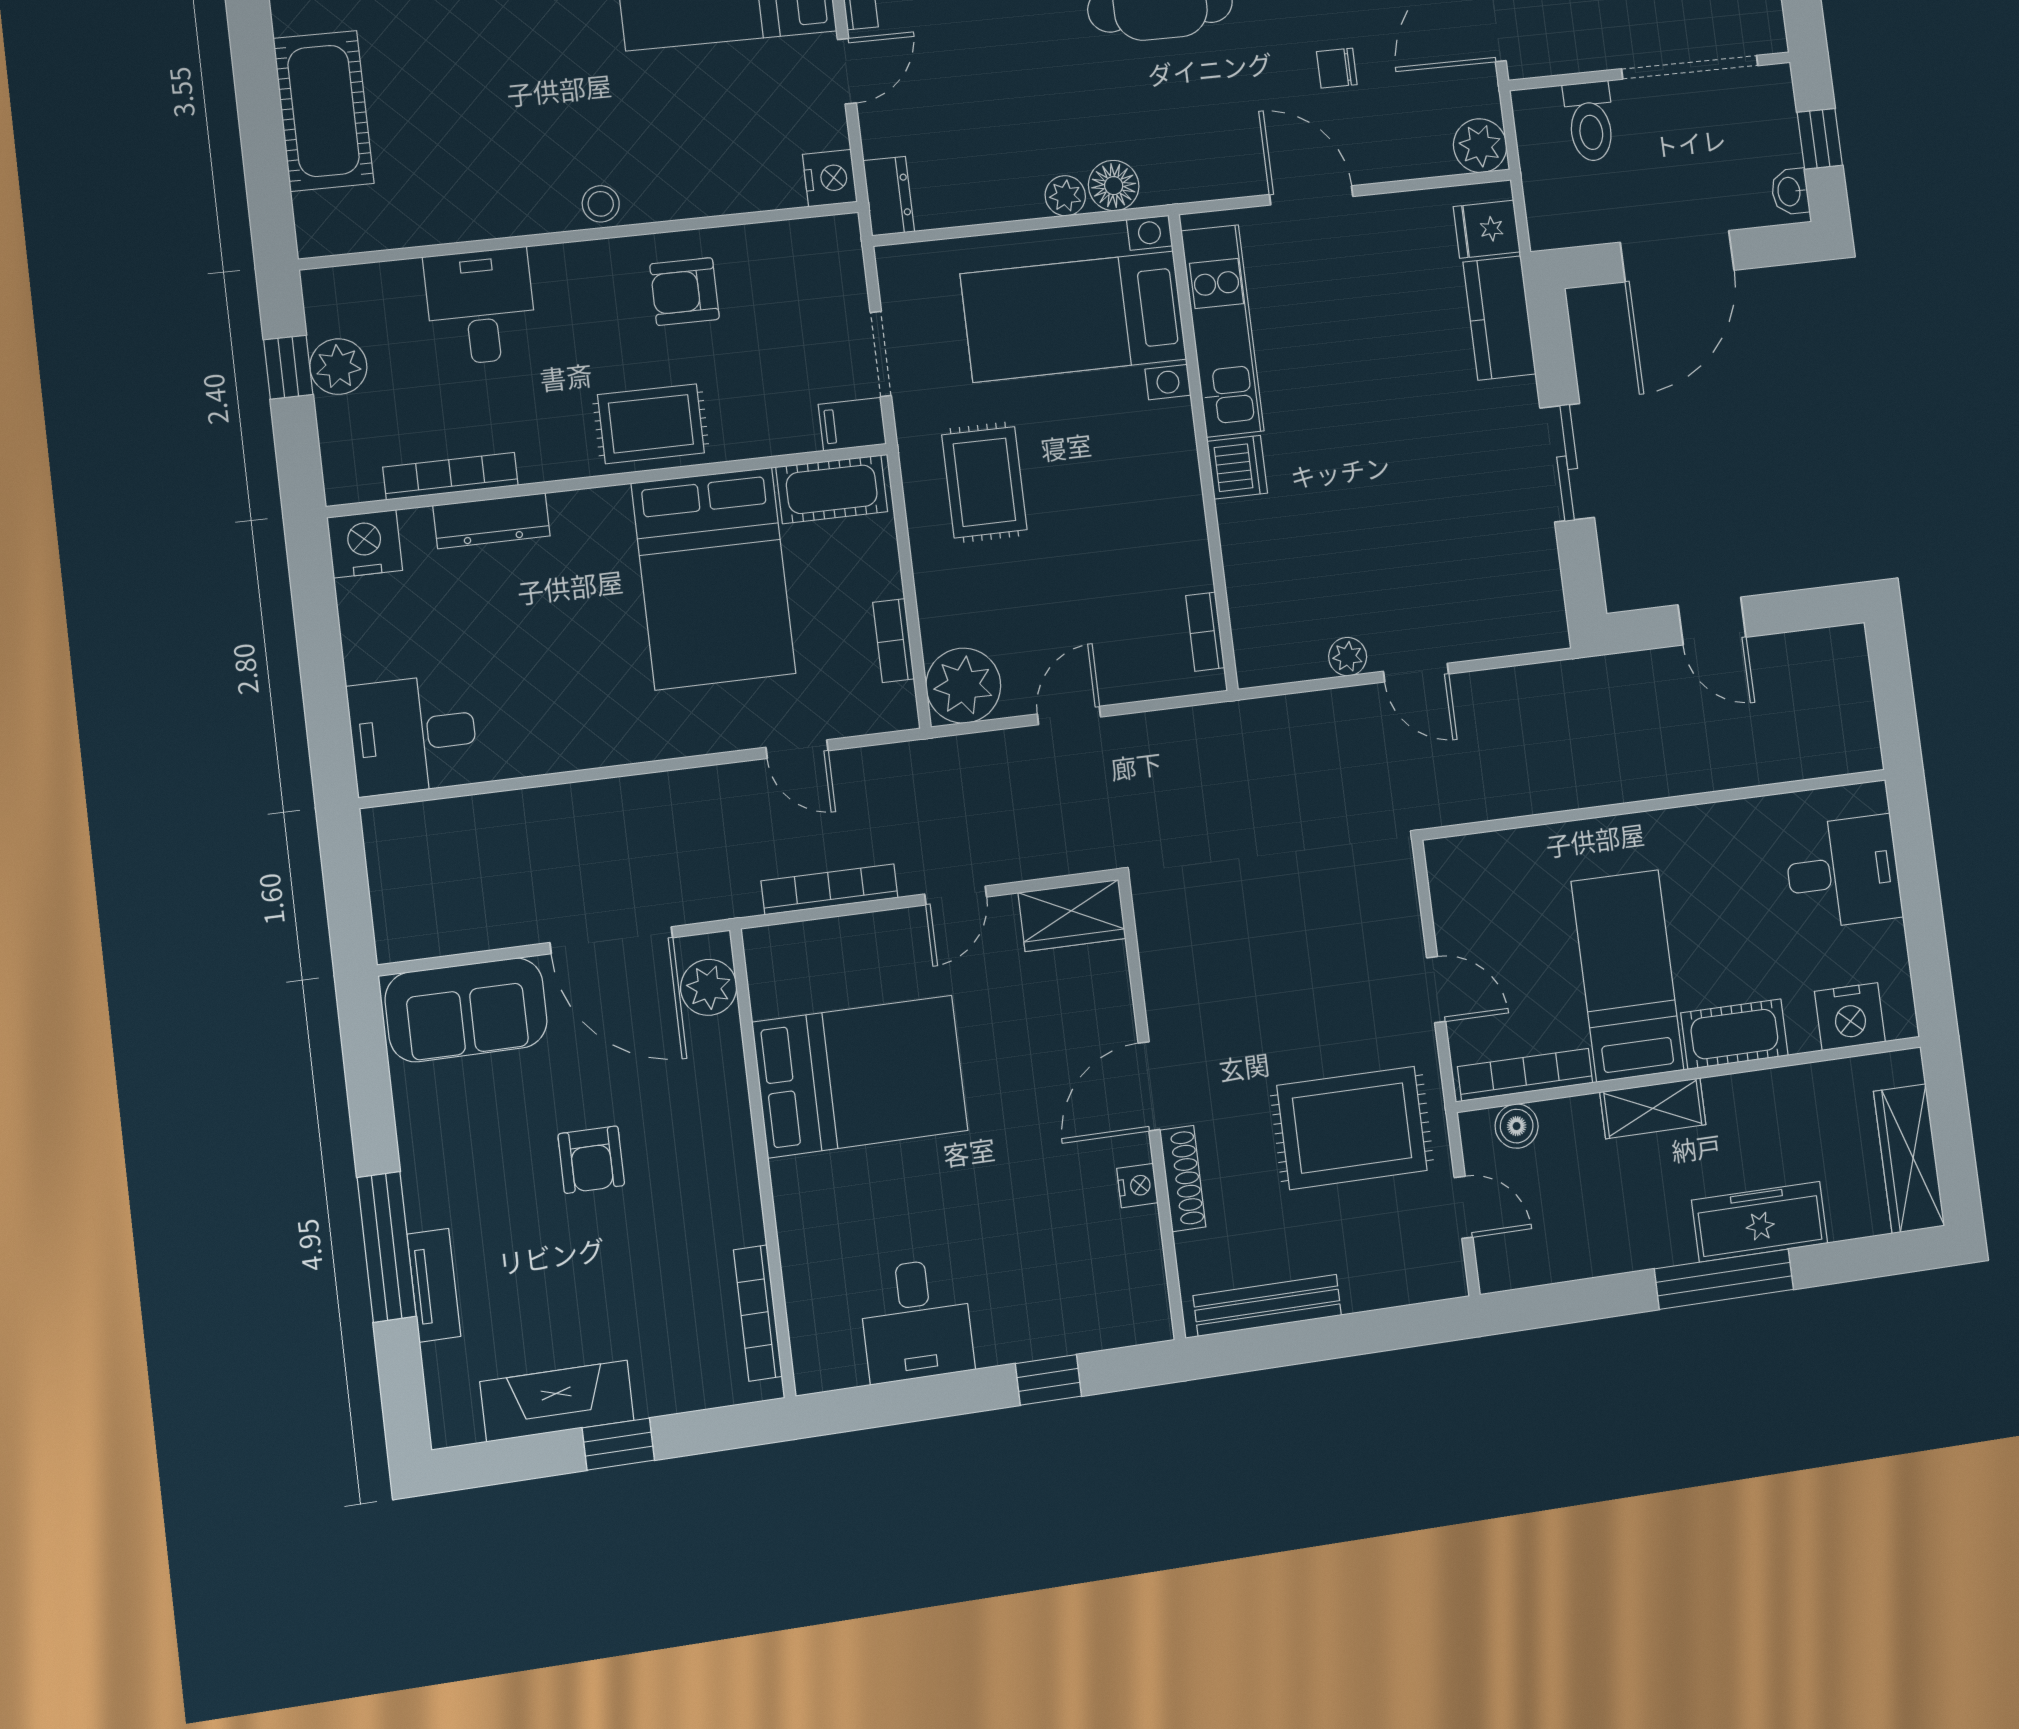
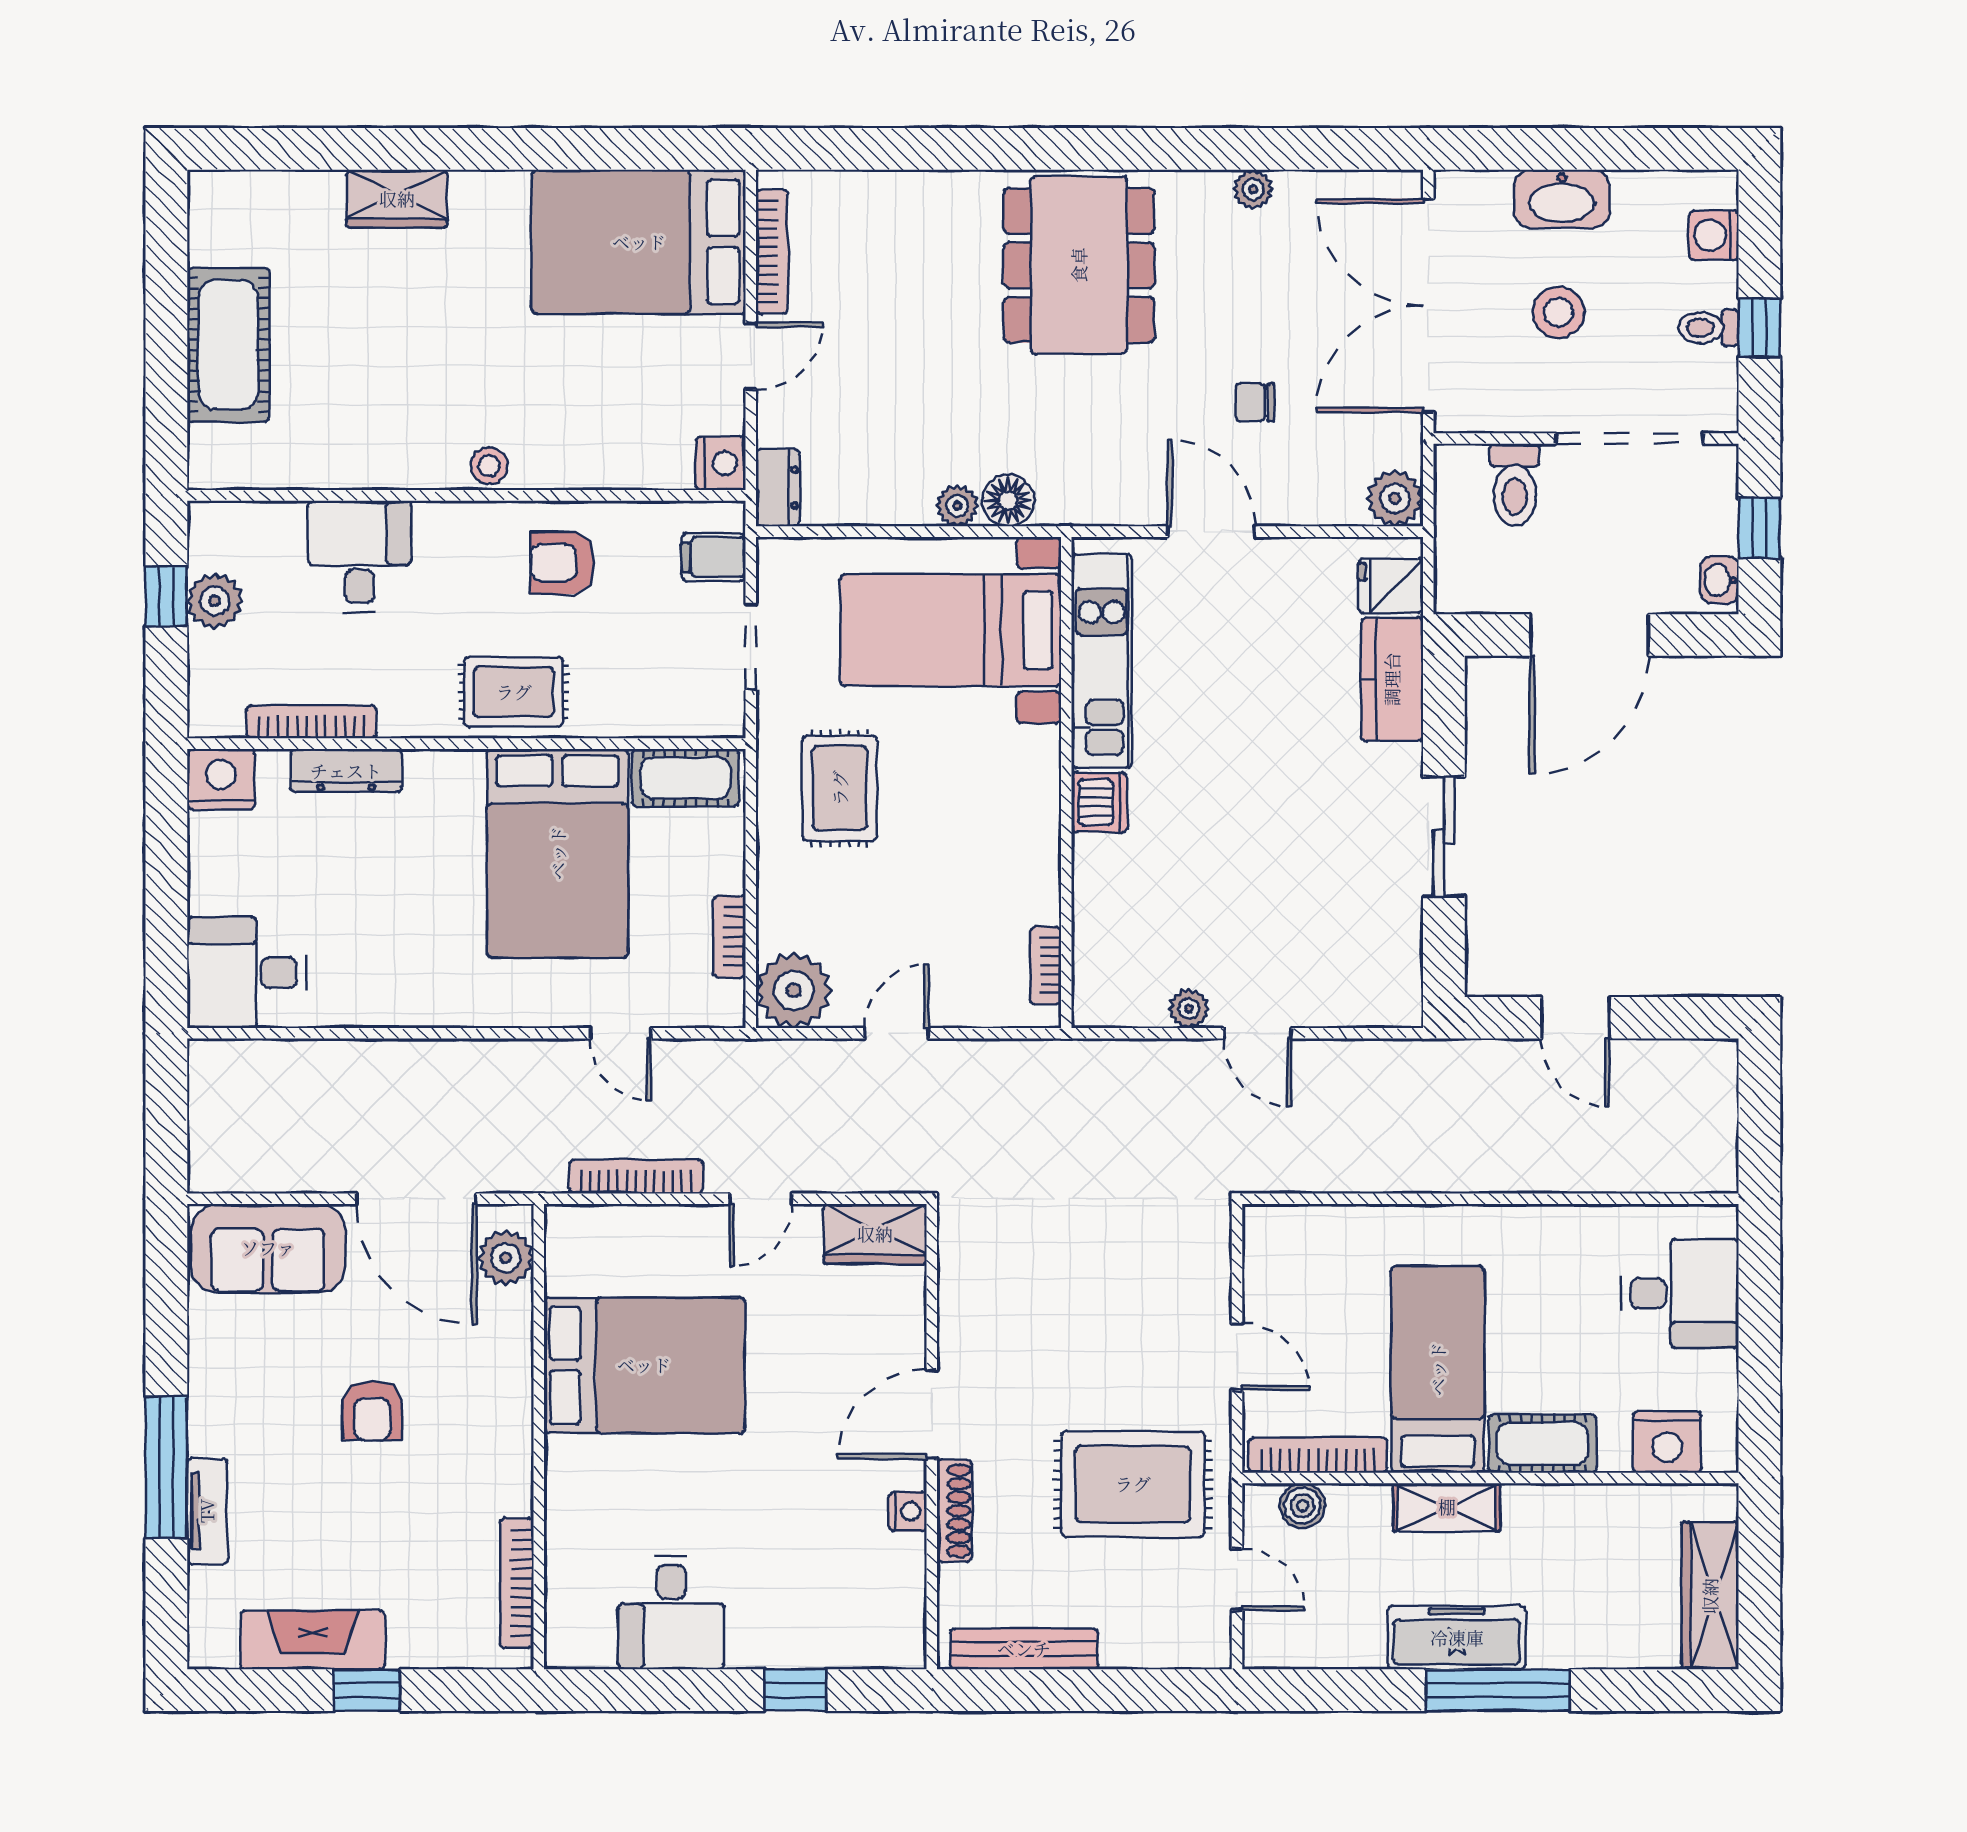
filing cabinet: (852, 424) -> (714, 557), moved
freezer: (1760, 1222) -> (1457, 1638), moved

